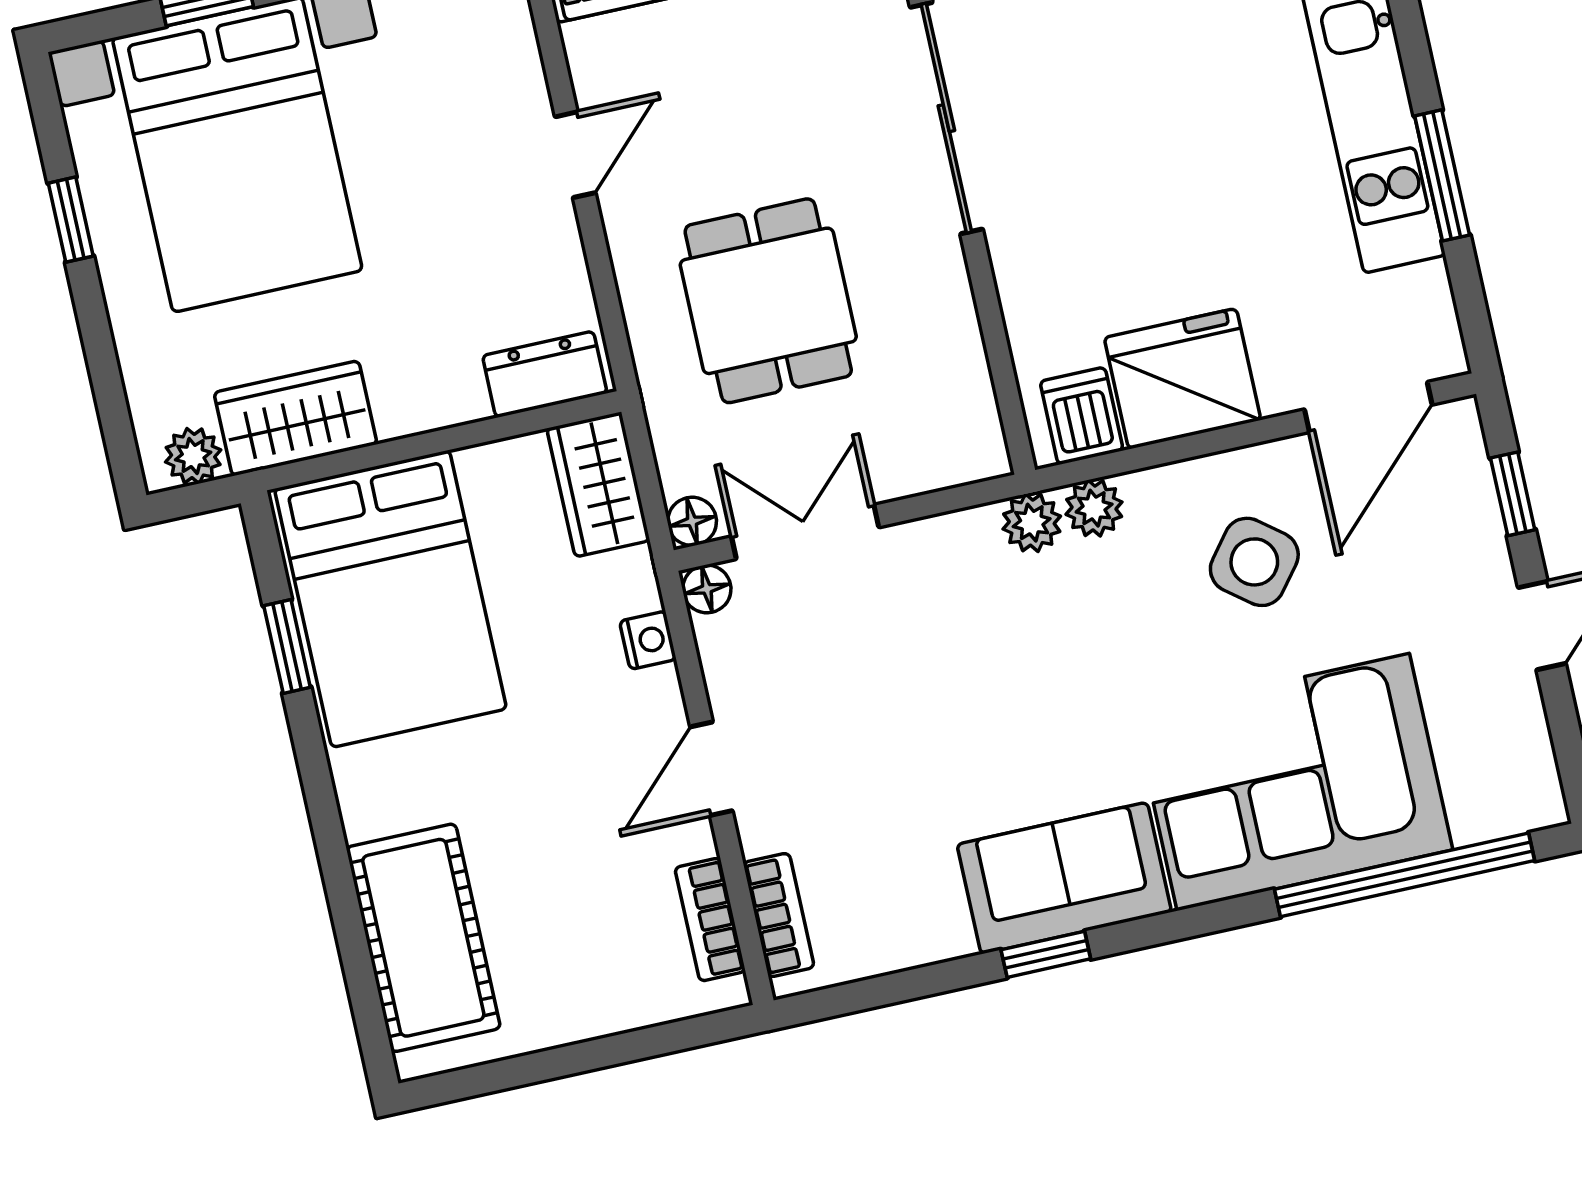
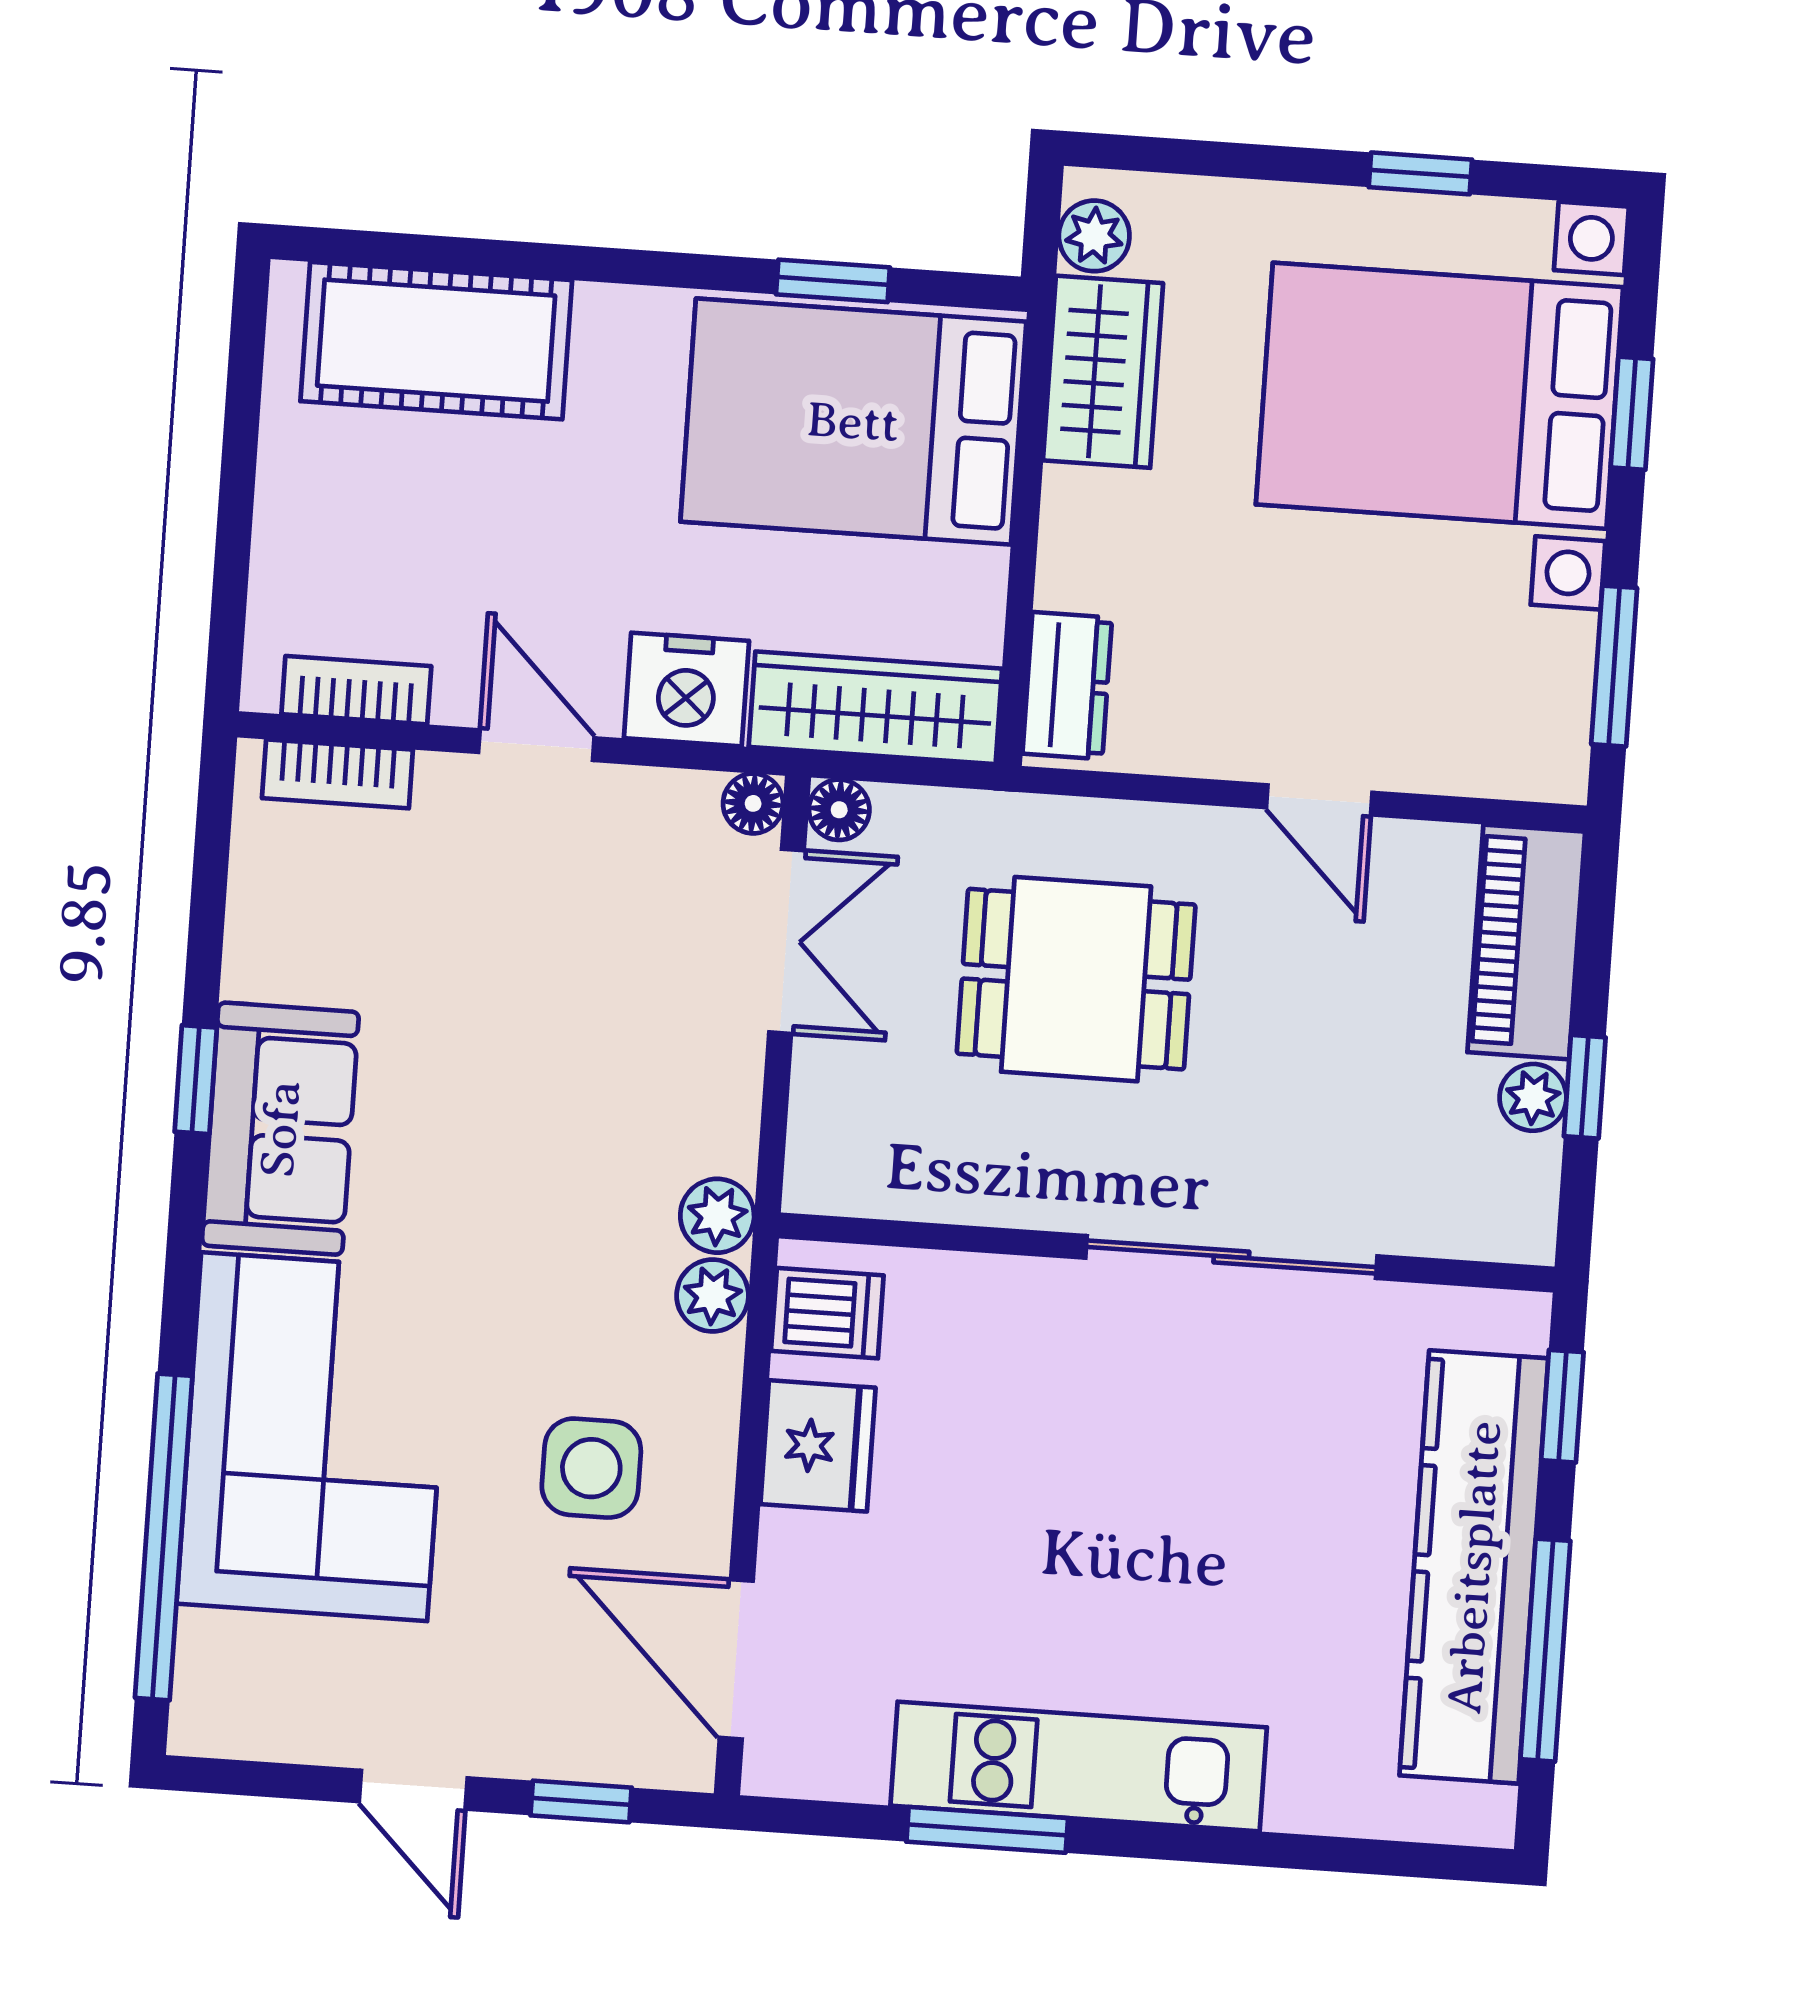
fridge: (1182, 379) -> (818, 1446), width x0.73, depth x0.75
wardrobe: (598, 484) -> (875, 708), width x1.50
side table: (1254, 562) -> (591, 1468), turned -38
nightstand: (648, 640) -> (686, 689), width x1.89, depth x1.79

